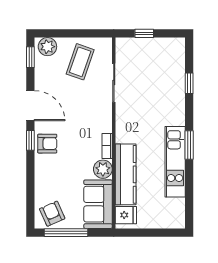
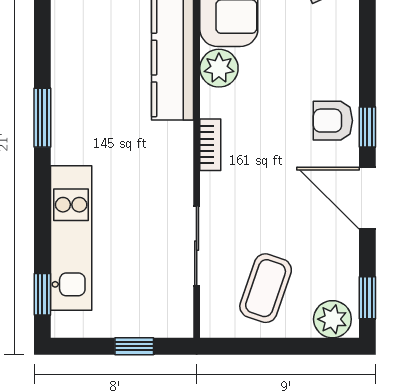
window: (189, 83) -> (42, 294), moved
bookcase: (107, 146) -> (210, 145), moved
kitchen unit: (175, 162) -> (71, 238), moved

